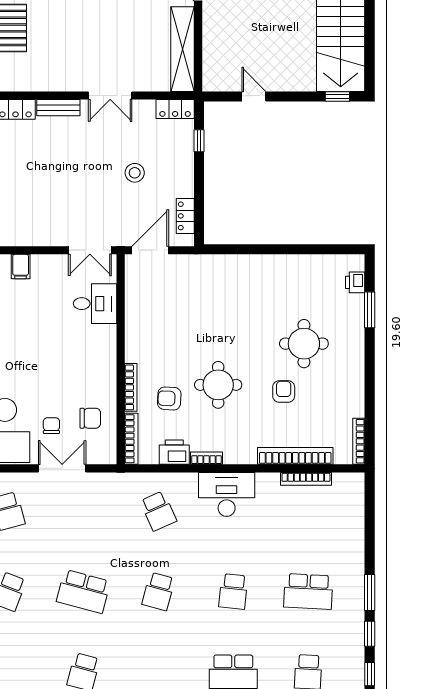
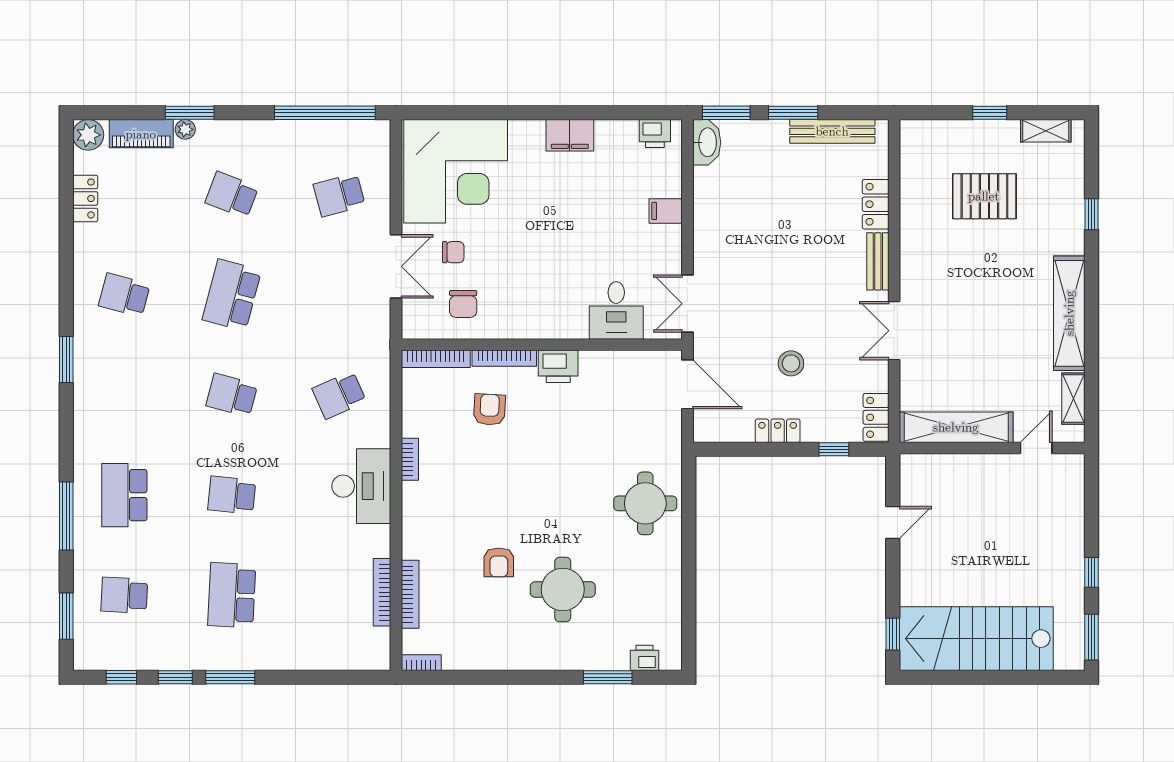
locker: (185, 216) -> (778, 431), moved
round table: (218, 385) -> (645, 503), moved
armchair: (284, 392) -> (499, 562), turned 90
bookcase: (359, 441) -> (421, 663), width x0.64
printer: (174, 452) -> (558, 366), moved, turned 90
bookcase: (295, 456) -> (410, 594), width x0.68, depth x0.76

